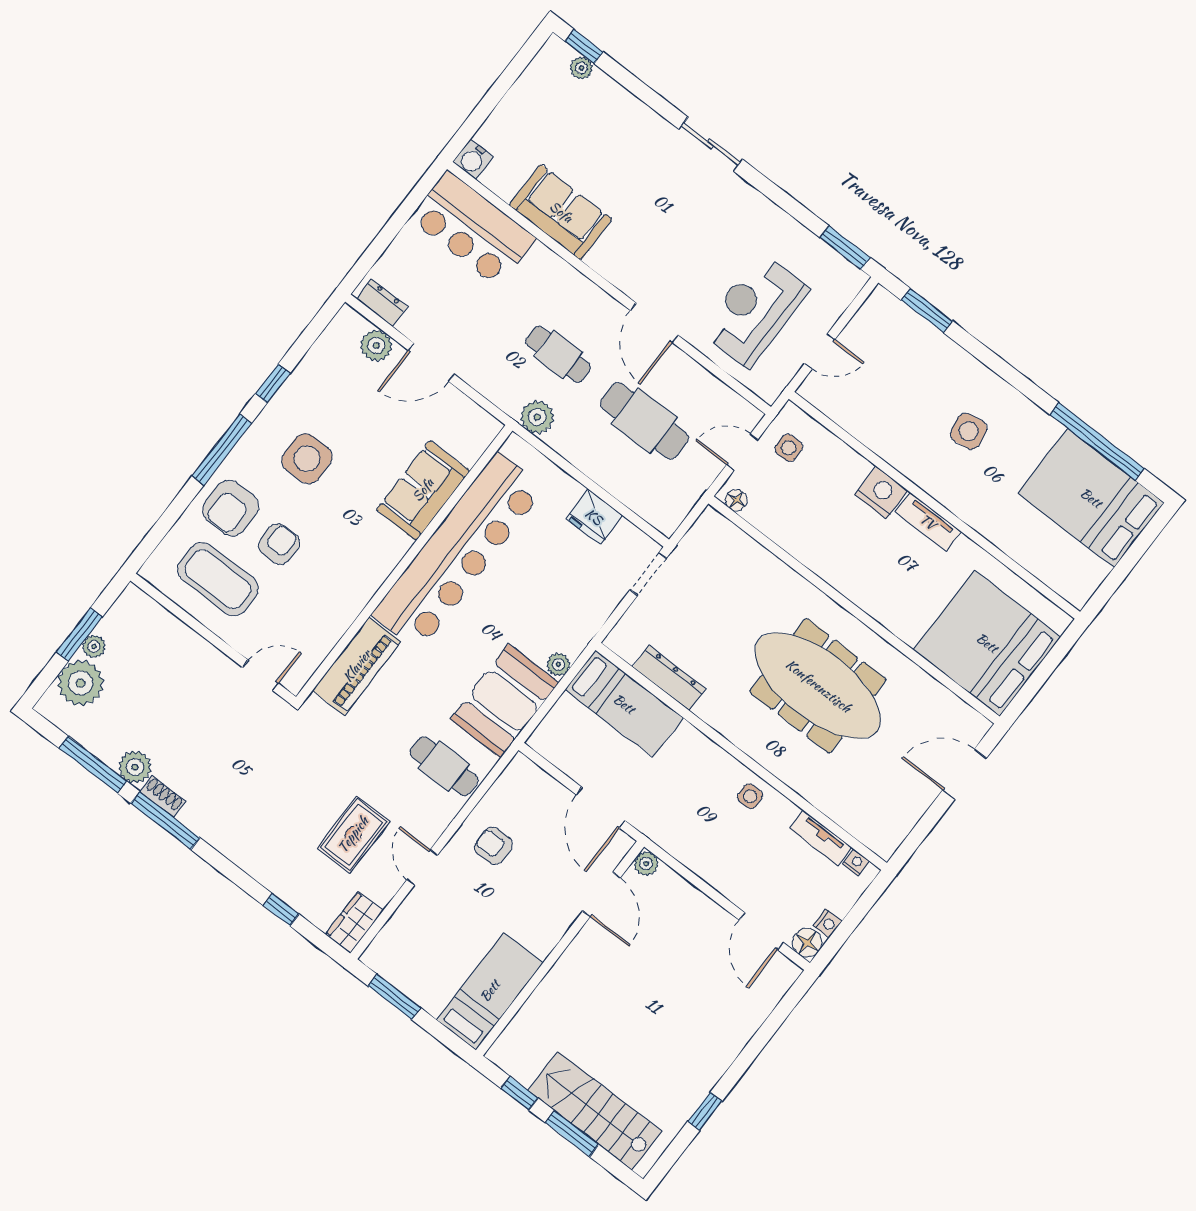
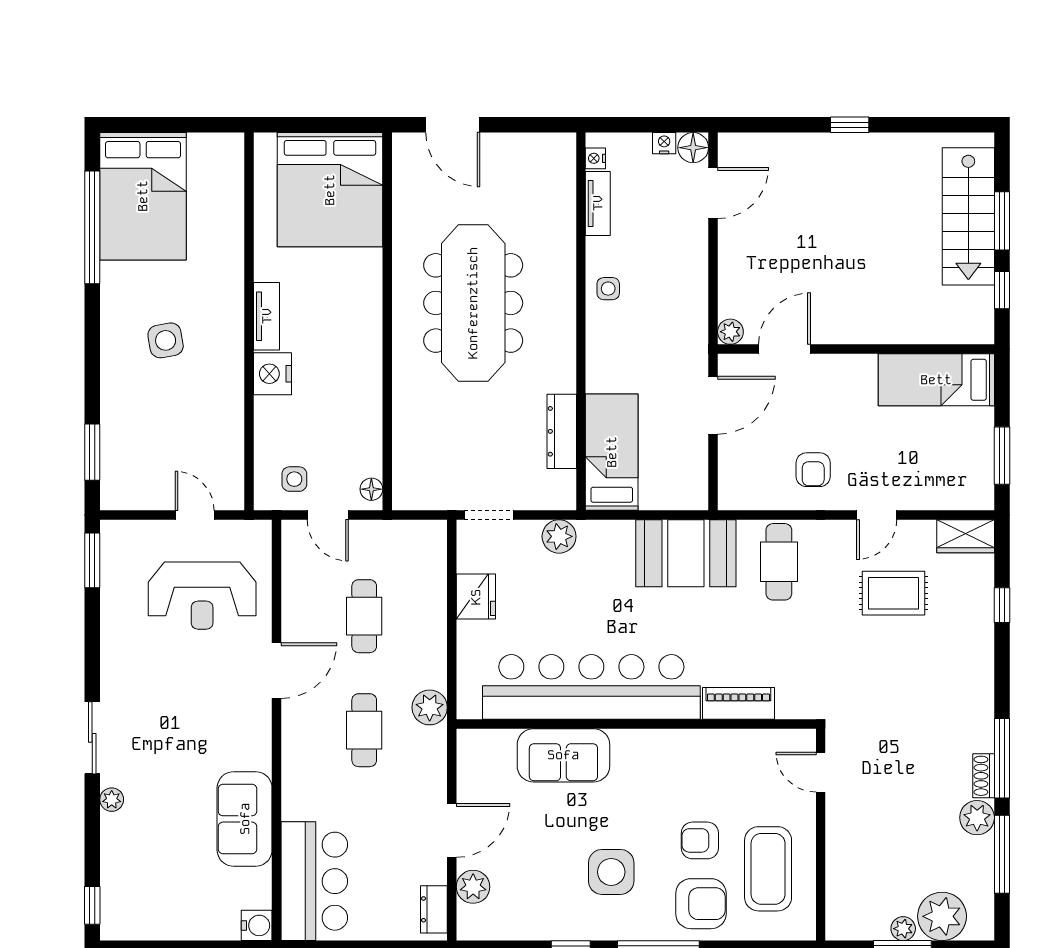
plant: (581, 68) -> (112, 800), moved
door: (431, 362) -> (452, 830), hinge flipped
cafe table: (644, 421) -> (364, 616), width x0.73, depth x0.74
plant: (558, 664) -> (559, 536), moved, width x1.38, depth x1.38
piano: (357, 666) -> (738, 703), width x0.73, depth x0.75
window: (705, 1111) -> (850, 125), moved

